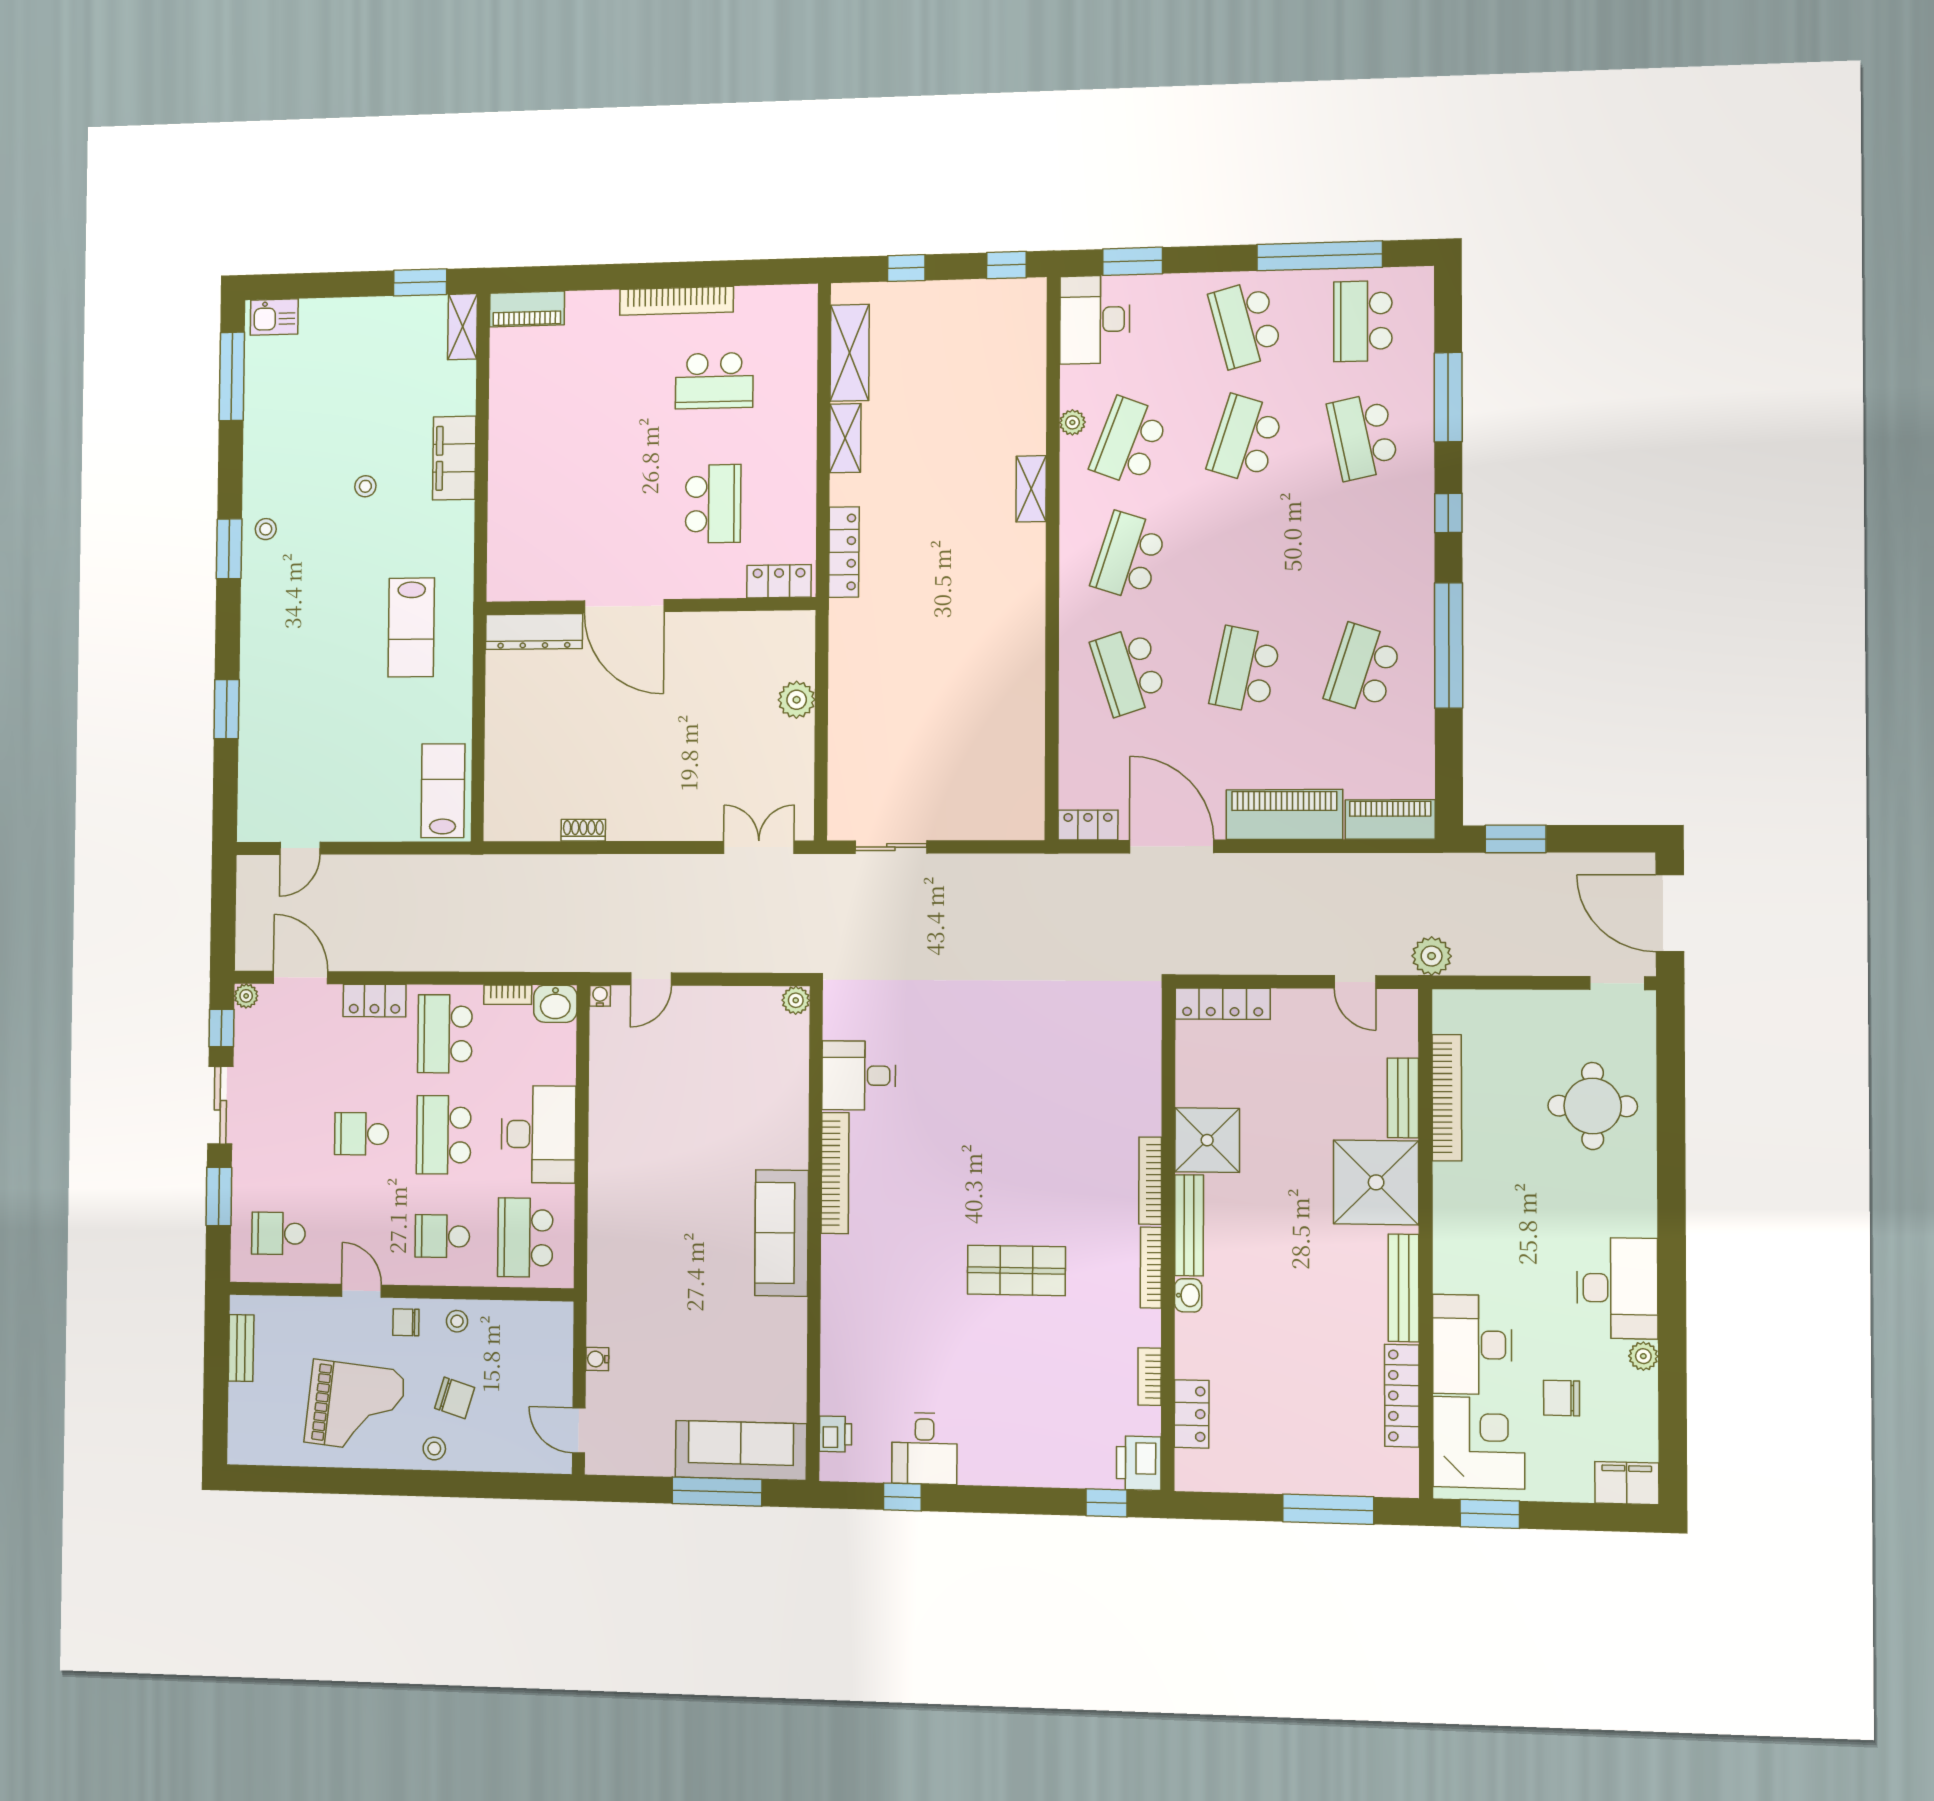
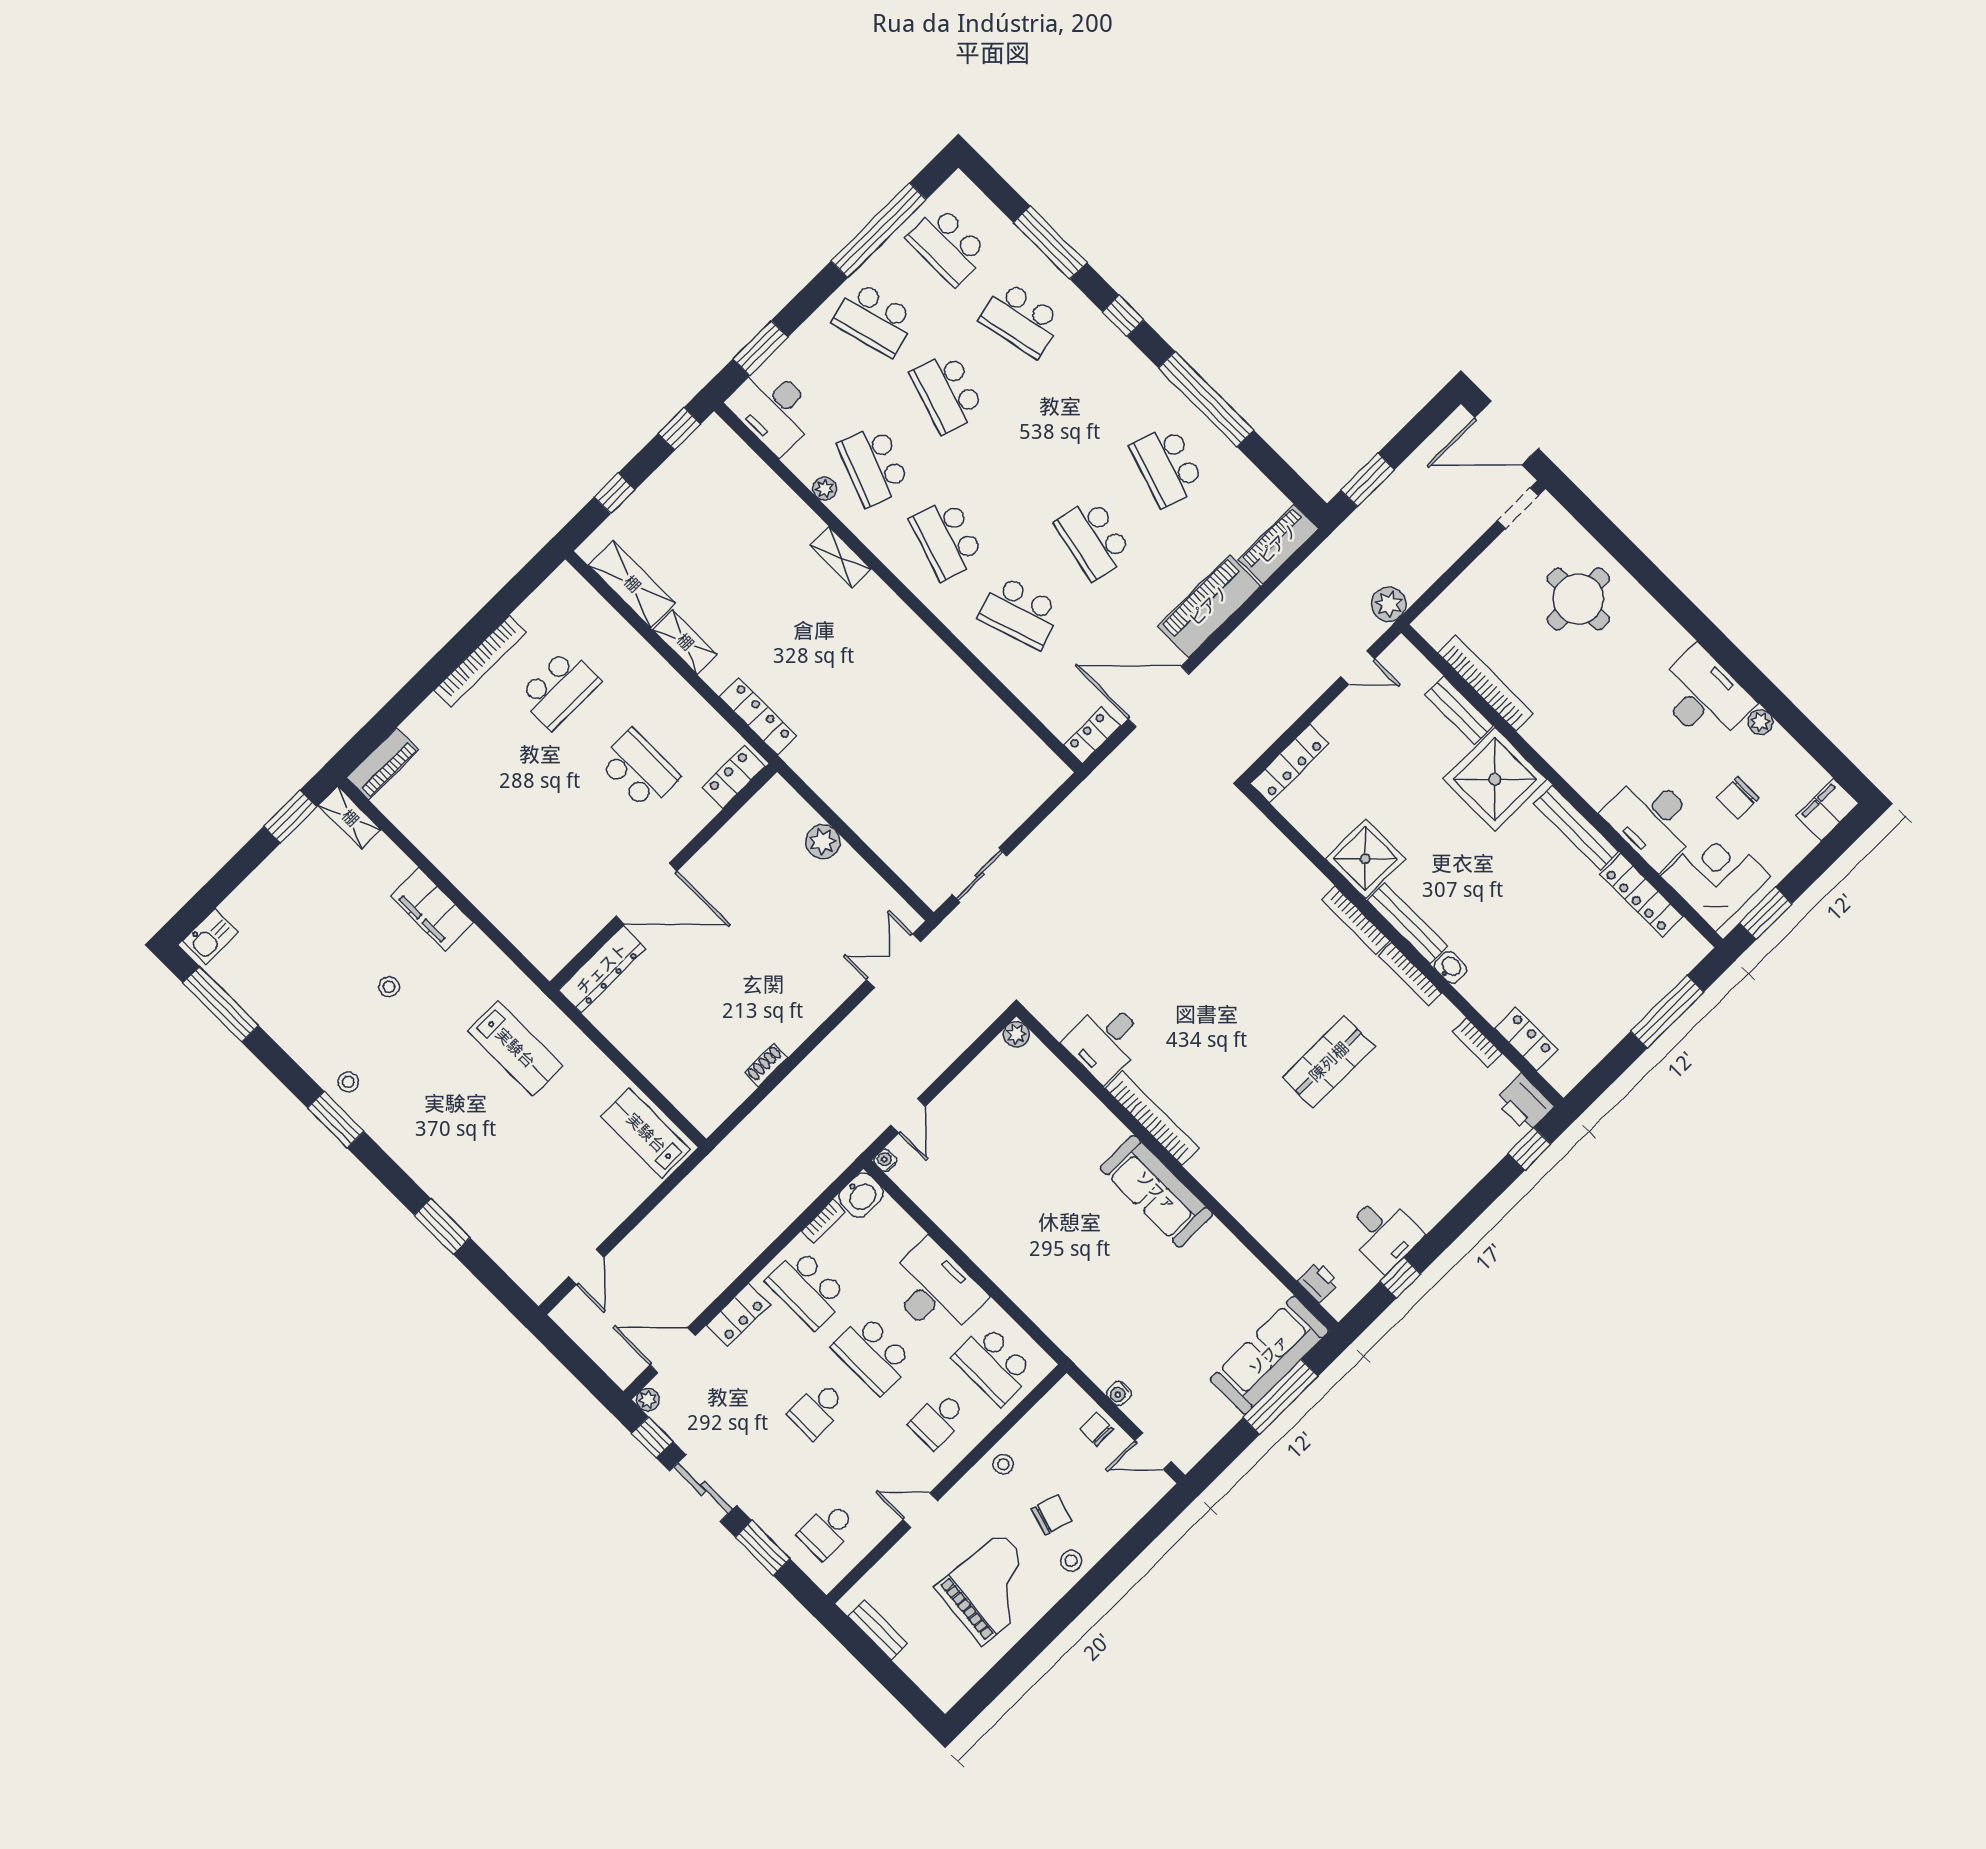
chair: (406, 1322) -> (1097, 1429), moved, turned 90

